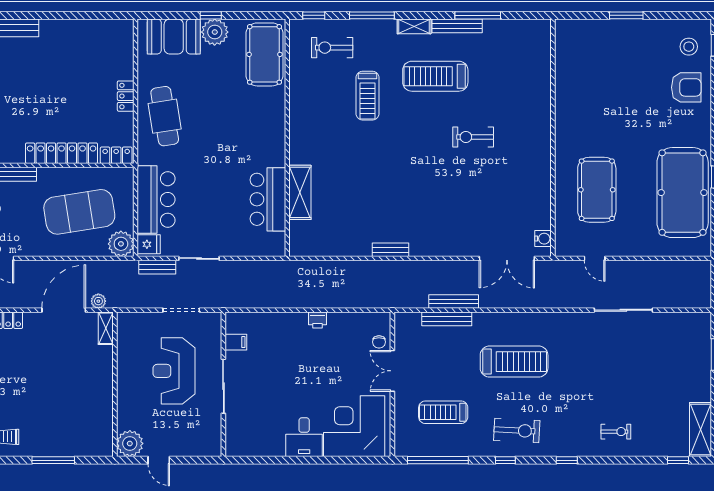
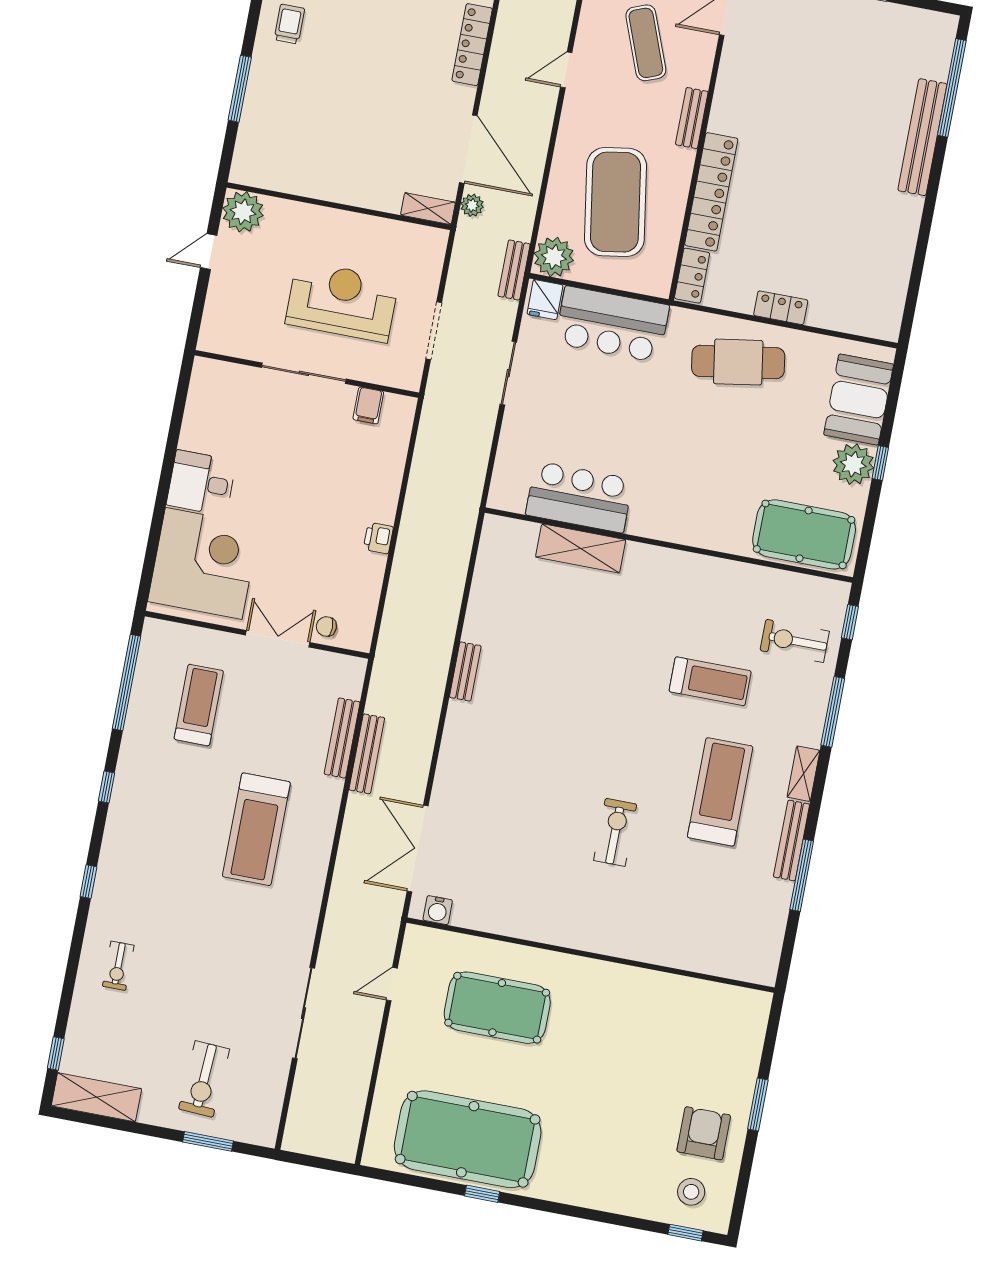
exercise bike: (332, 48) -> (795, 641), turned -90
armchair: (686, 87) -> (704, 1133), moved, turned 180
treadmill: (367, 96) -> (710, 681), turned 180
bench: (157, 267) -> (514, 270), moved
exercise bike: (517, 430) -> (204, 1079), moved

